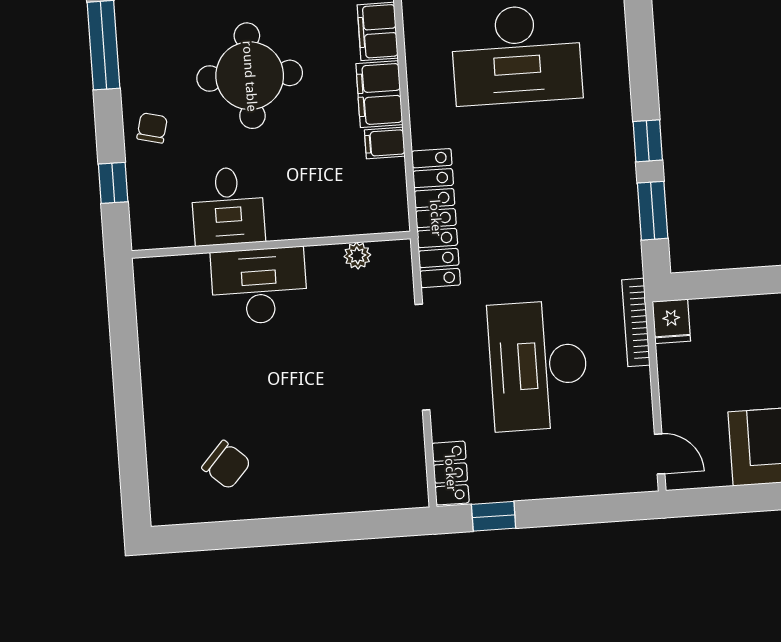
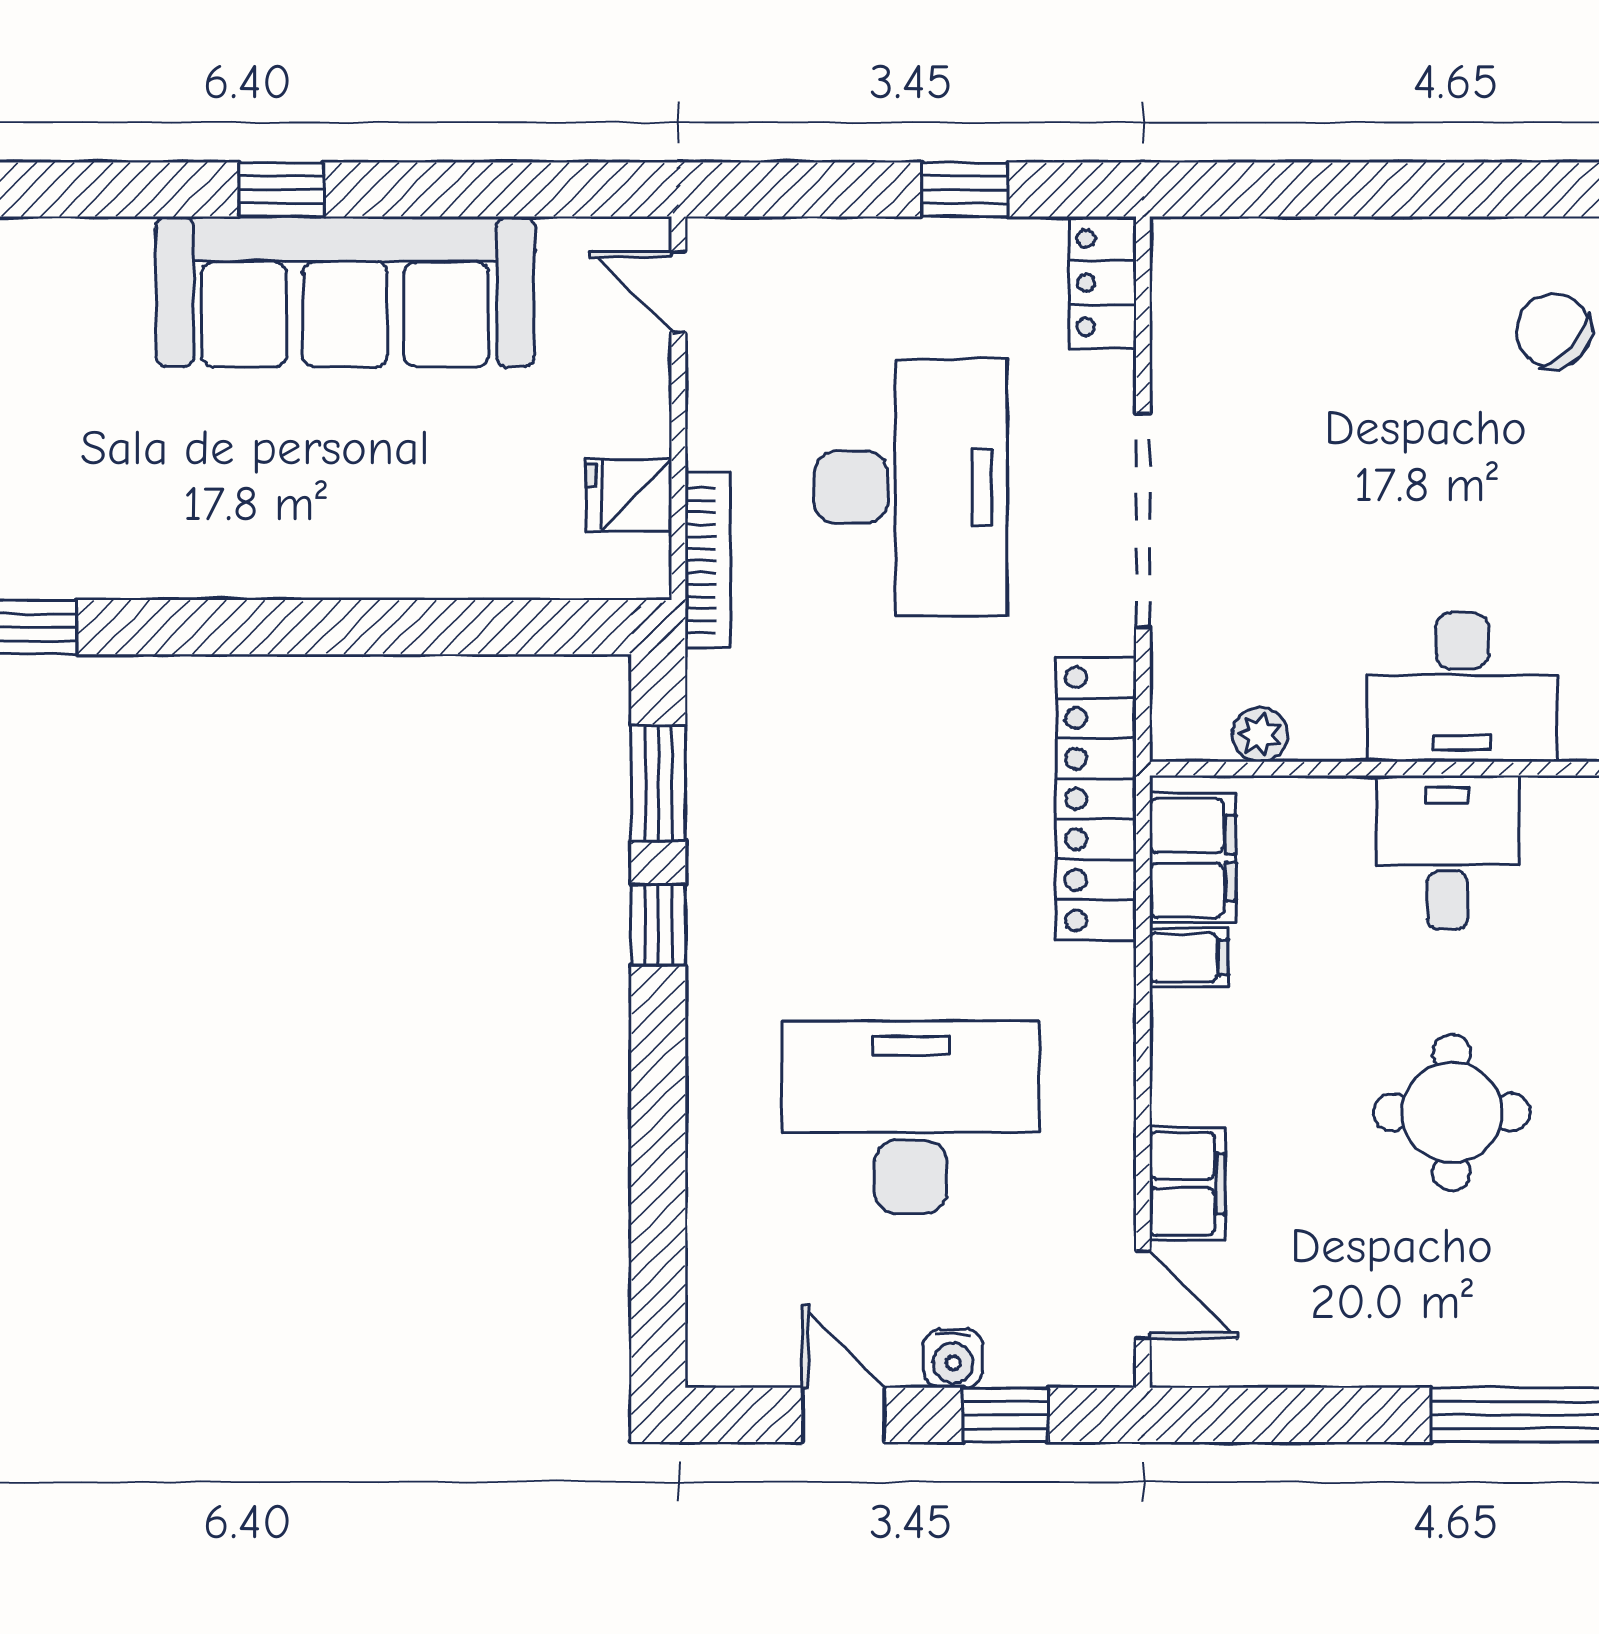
round table: (250, 76) -> (1452, 1112), width x0.73, depth x0.73
filing cabinet: (379, 94) -> (1193, 858), moved
desk: (228, 206) -> (1447, 852), moved
fridge: (671, 321) -> (629, 495), moved, turned -90
window: (494, 516) -> (965, 190), moved

